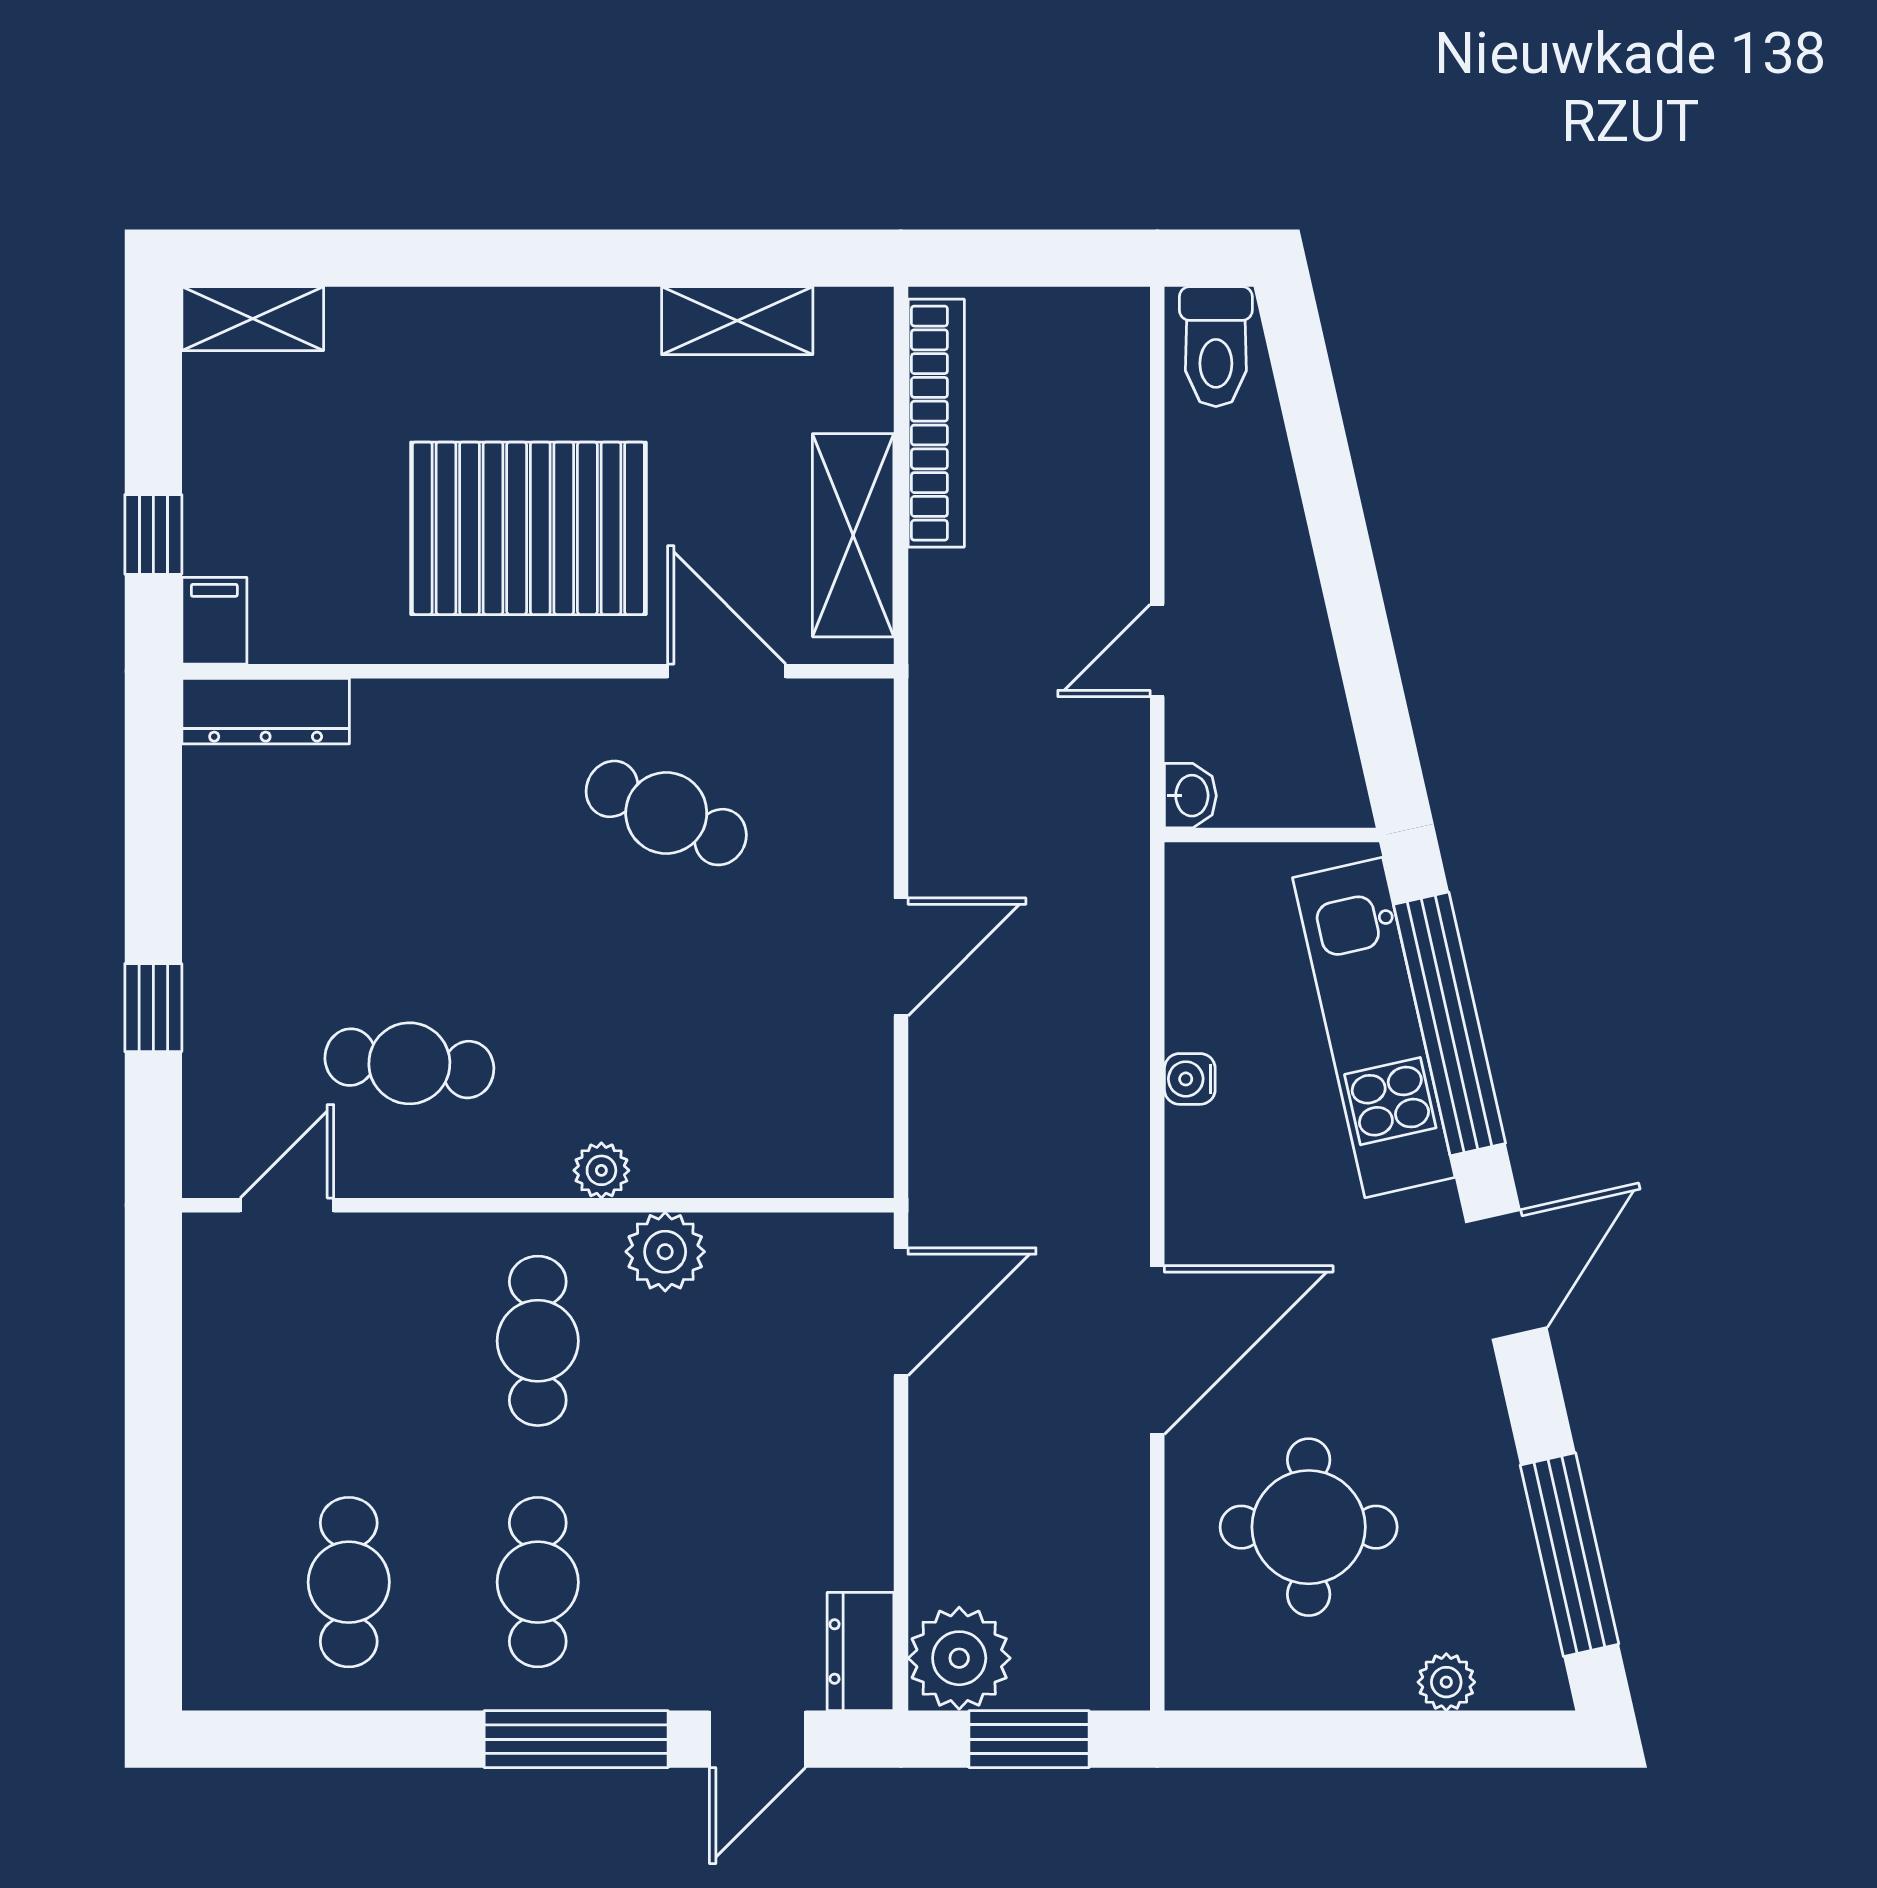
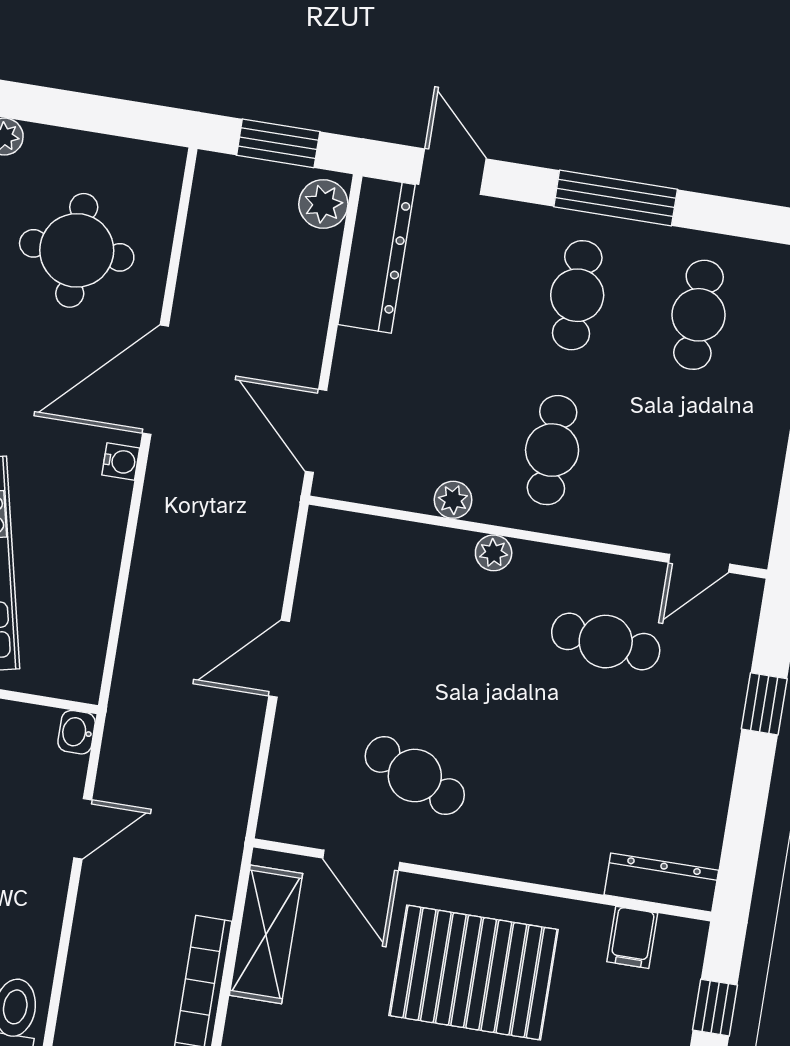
filing cabinet: (214, 621) -> (632, 937), moved
water cooler: (1190, 1079) -> (121, 461), moved
plant: (665, 1252) -> (453, 500), width x0.73, depth x0.73
door: (901, 1312) -> (316, 431), hinge flipped
dresser: (860, 1651) -> (377, 255), width x1.96, depth x1.24
plant: (959, 1658) -> (323, 204), width x0.73, depth x0.73
window: (576, 1739) -> (616, 198), moved
door: (757, 1739) -> (453, 172), hinge flipped

